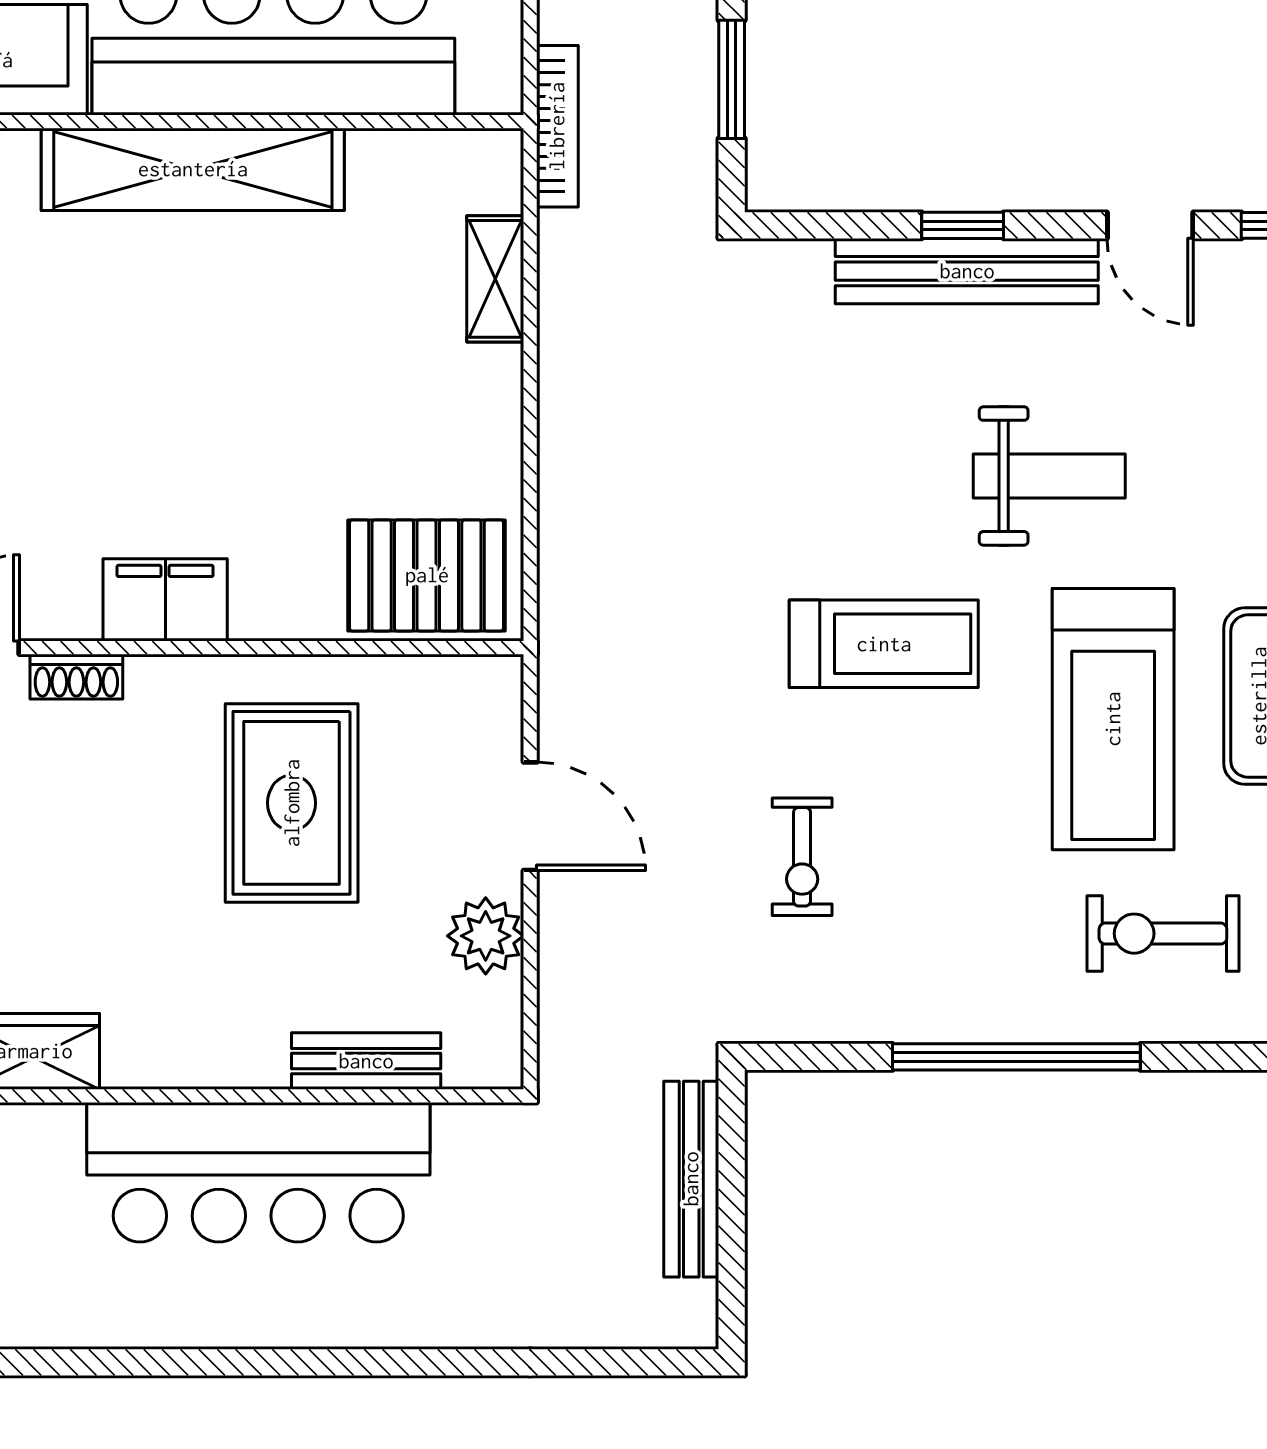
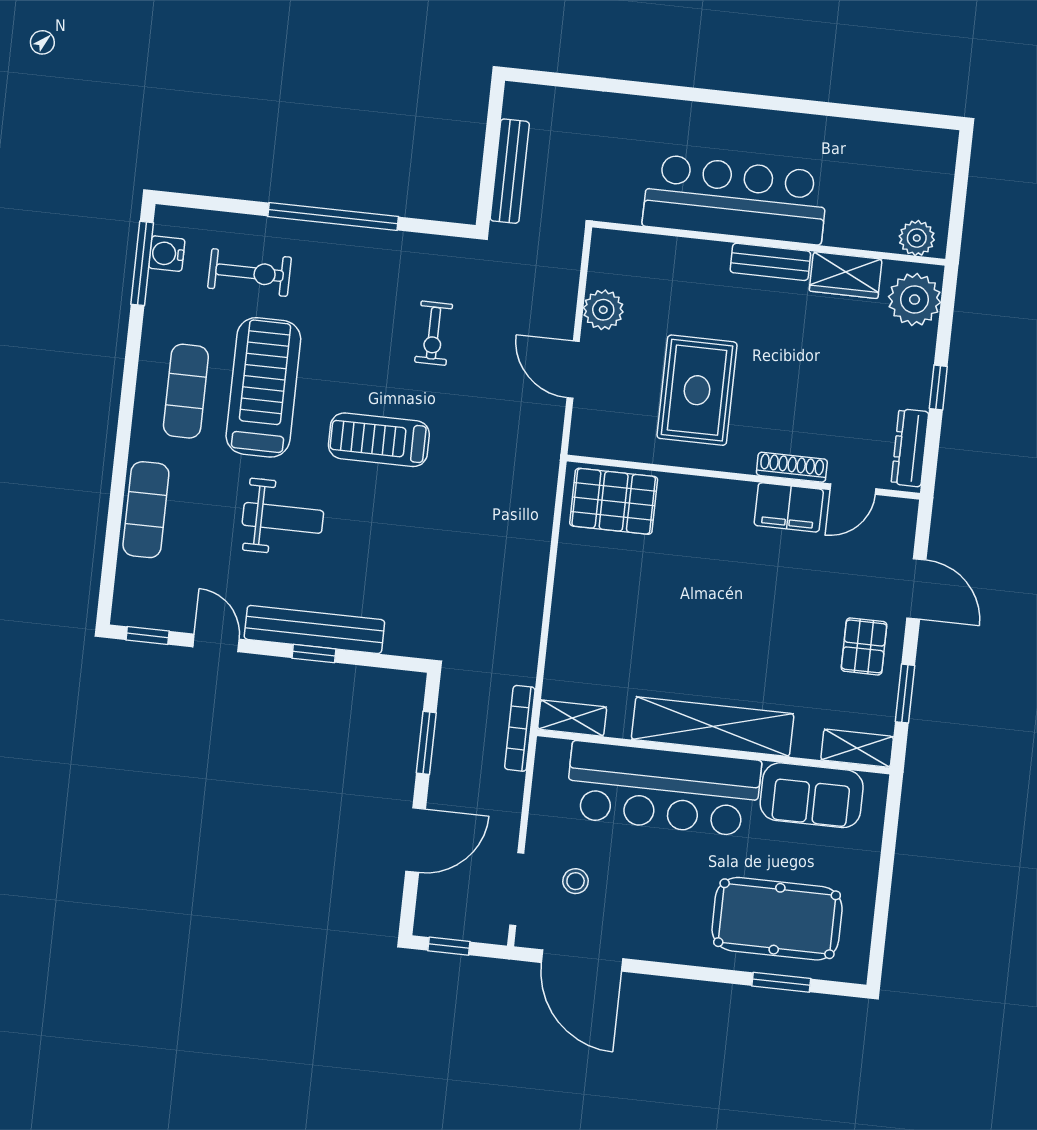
shelving: (495, 279) -> (572, 718), moved, turned 90
weight bench: (1049, 476) -> (283, 518), turned 180
filing cabinet: (165, 600) -> (789, 507), moved
shoe rack: (76, 677) -> (792, 467), width x1.43
exercise bike: (802, 857) -> (434, 333), turned 180
bench: (366, 1061) -> (770, 262), moved

